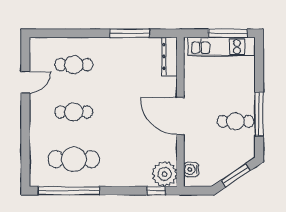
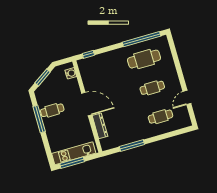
dresser: (170, 57) -> (100, 126), moved
plant: (165, 174) -> (86, 66), removed

